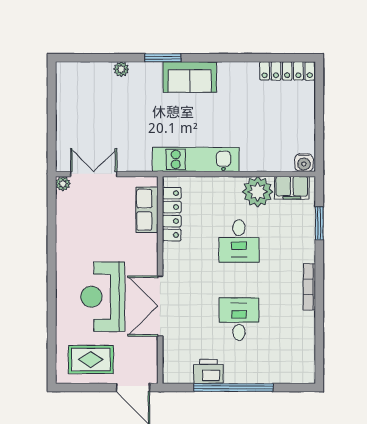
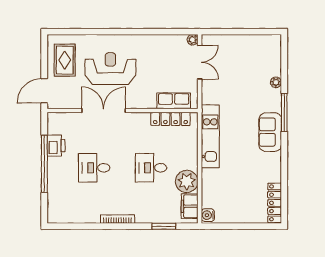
window: (163, 58) -> (284, 112), width x1.44
desk: (239, 319) -> (94, 168), turned 180

